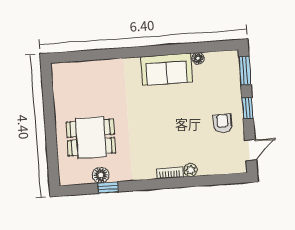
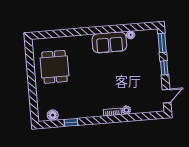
armchair: (223, 123) -> (148, 78), removed
dining table: (91, 137) -> (55, 67), moved, turned 90
floor lamp: (101, 175) -> (53, 115), moved

